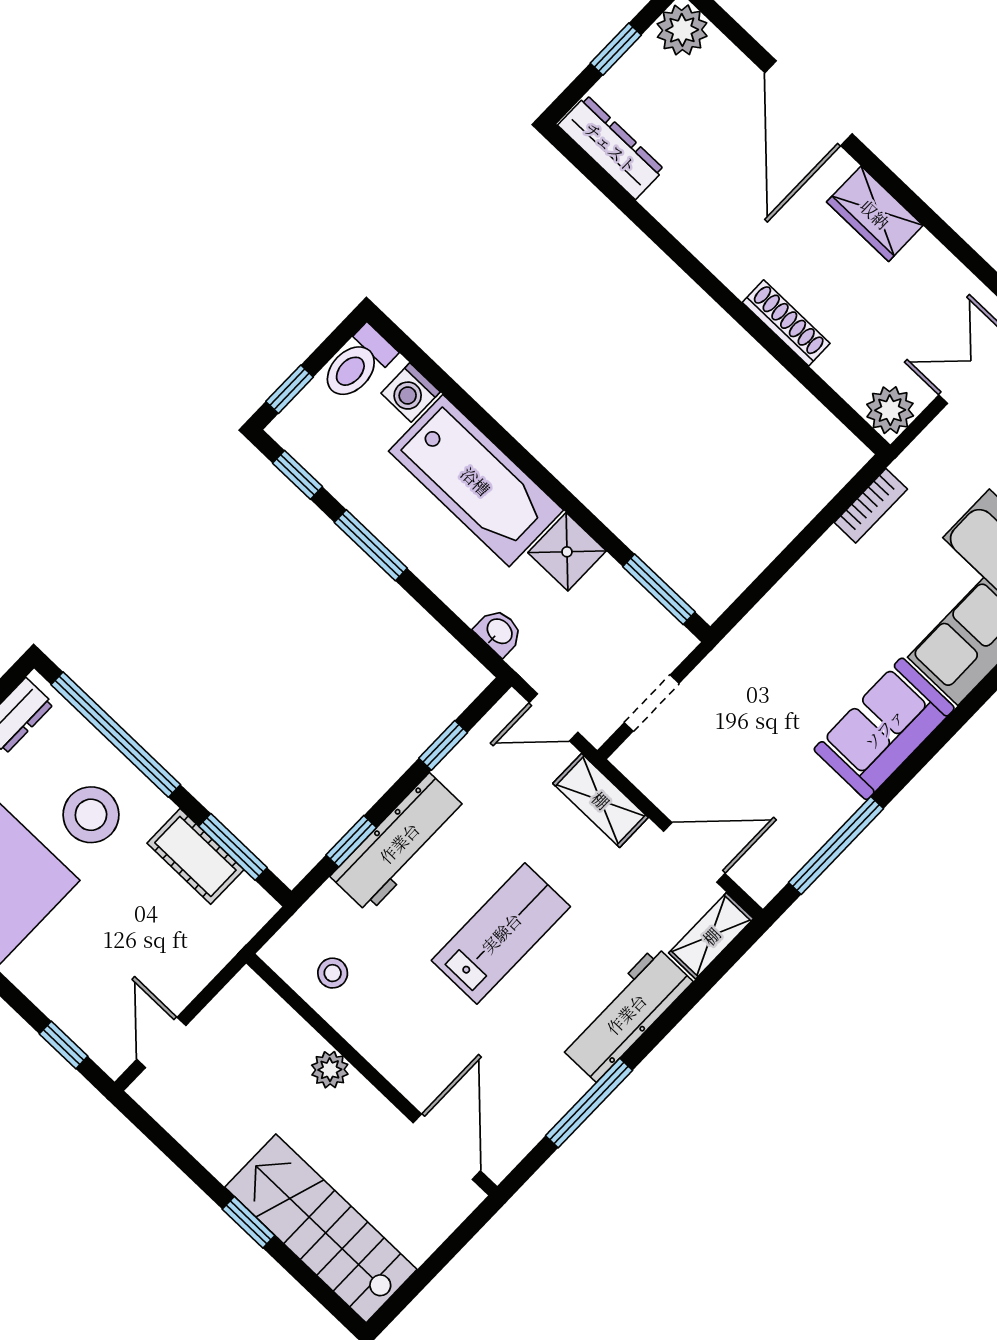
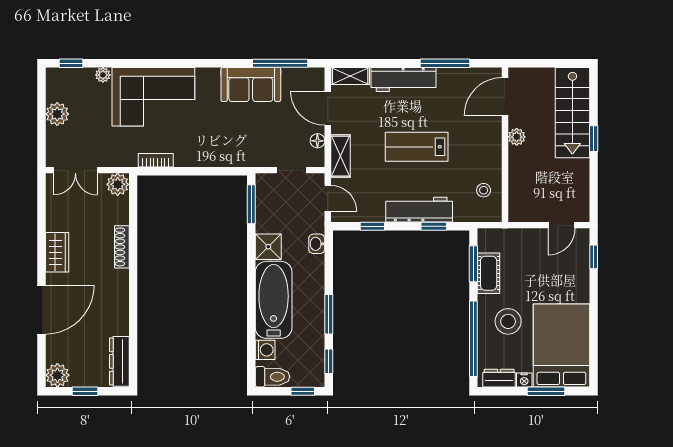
sofa: (884, 729) -> (251, 84), moved
floor lamp: (659, 788) -> (317, 141), added
plant: (330, 1070) -> (517, 137), moved

